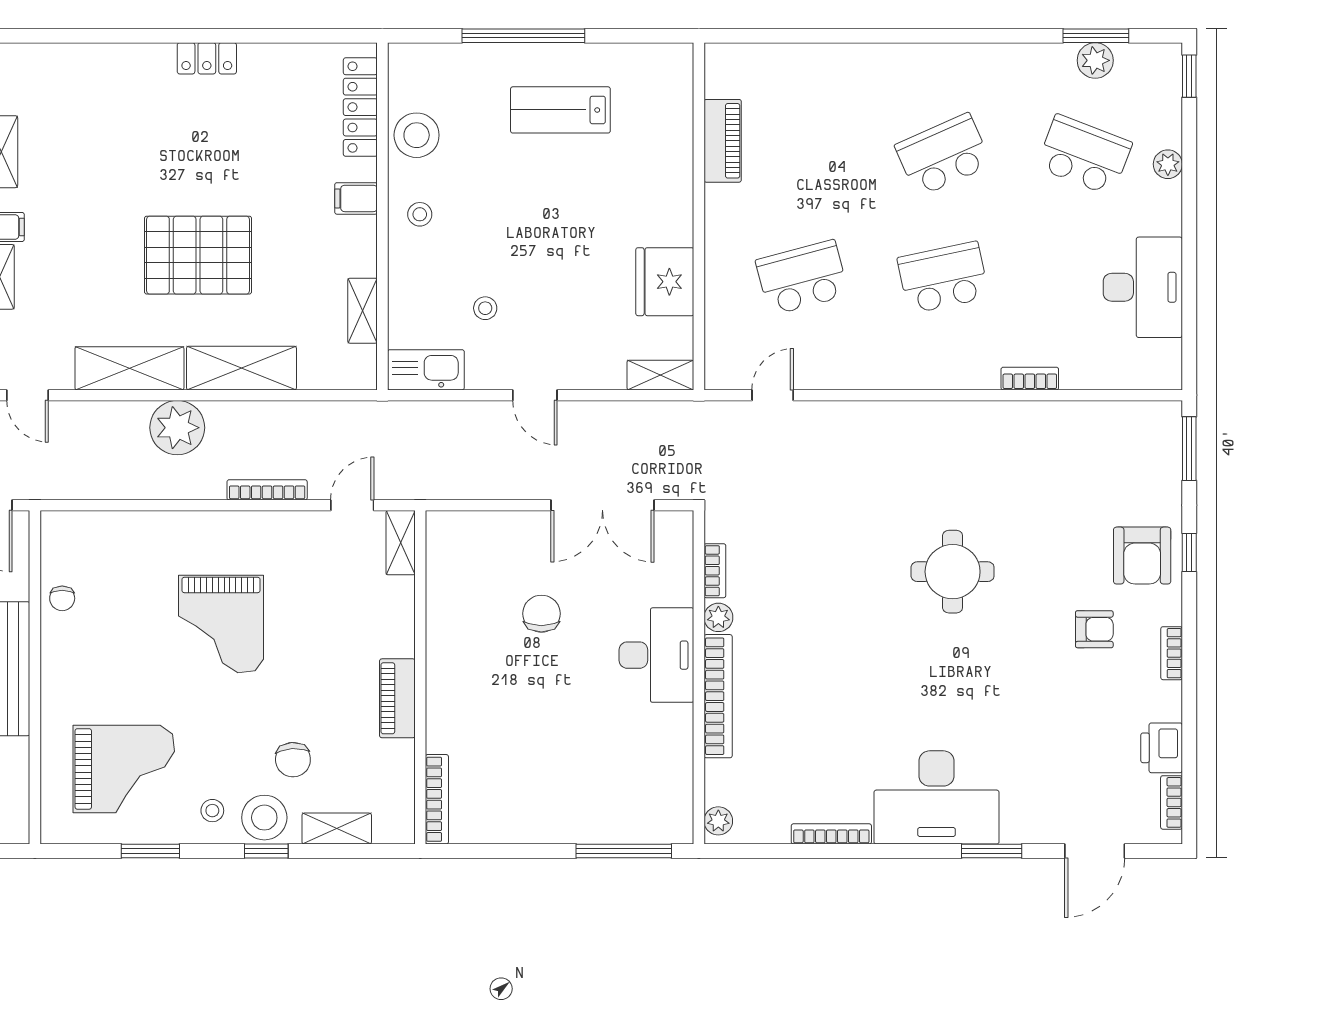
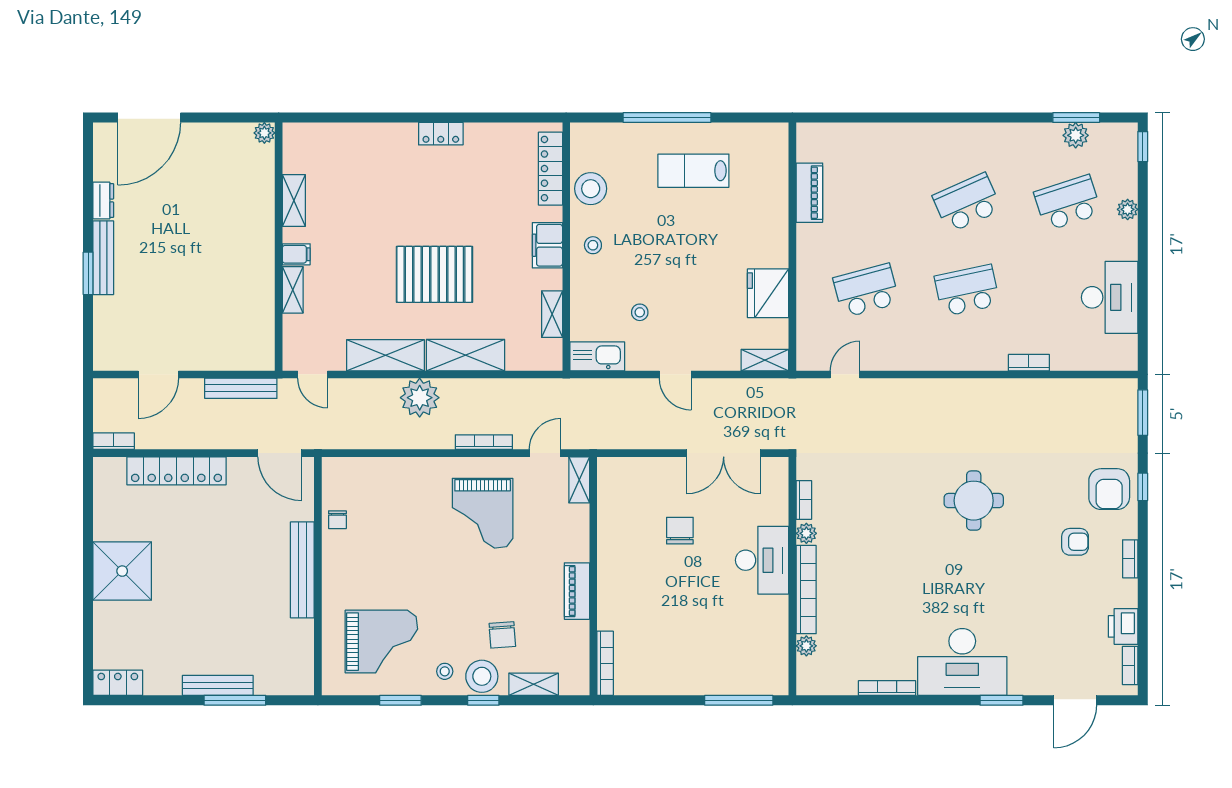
school desk: (1084, 155) -> (1068, 203), turned -39
filing cabinet: (356, 198) -> (547, 245), width x2.00
grand piano: (221, 624) -> (483, 513), moved
plant: (718, 821) -> (806, 646), moved

